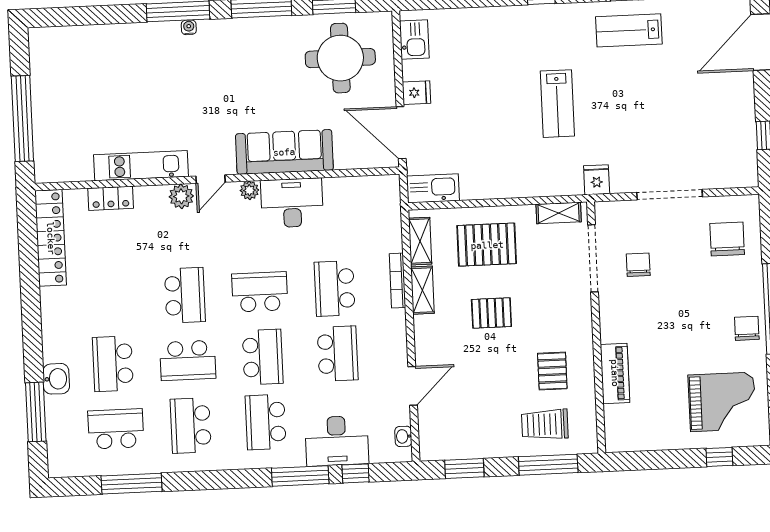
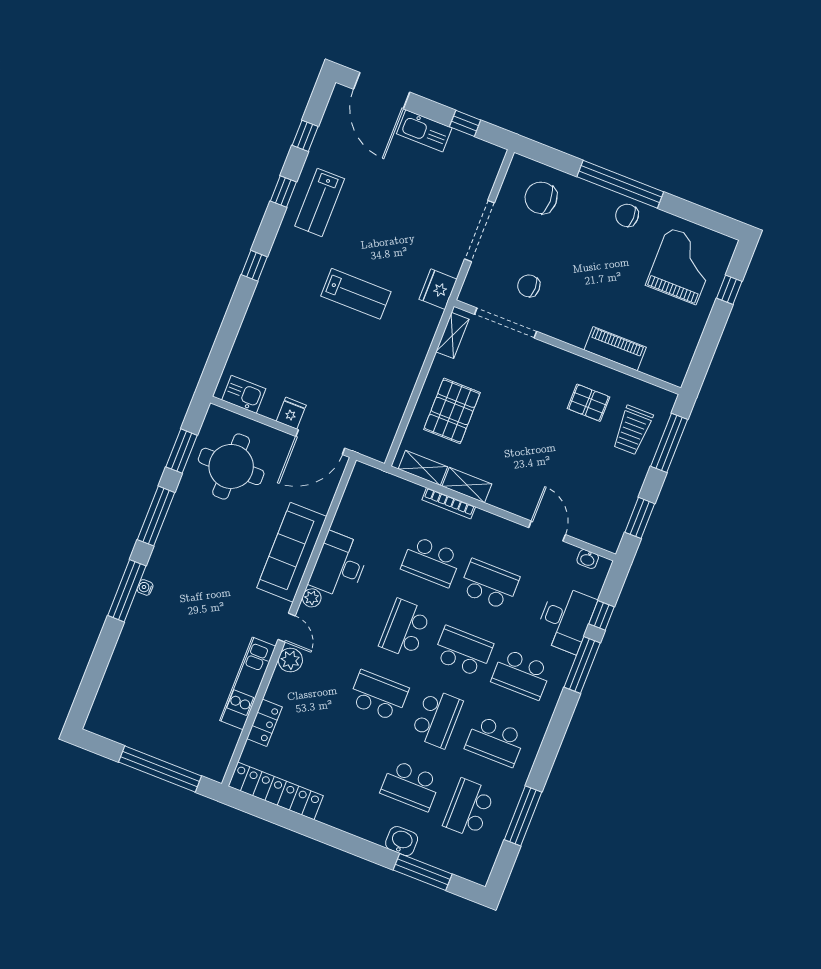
fridge: (597, 180) -> (438, 289), width x1.38
kitchen sink: (433, 188) -> (424, 131), moved, turned -90
pallet: (491, 313) -> (514, 433), removed

